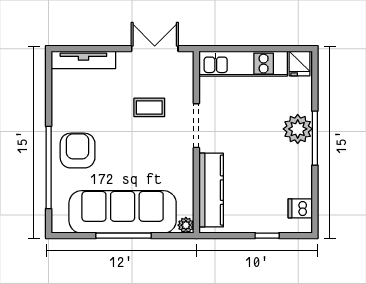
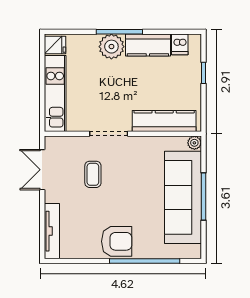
armchair: (78, 151) -> (117, 241), moved, turned 180
kitchen counter: (299, 171) -> (148, 45), added

